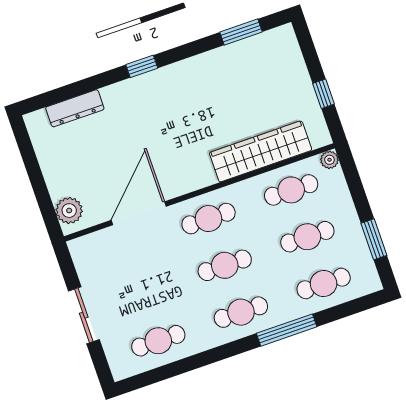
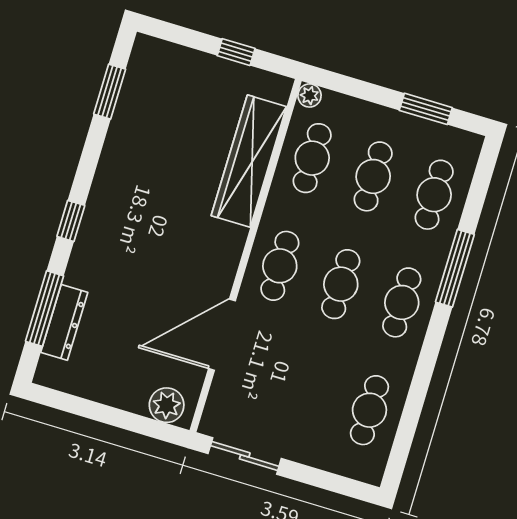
window: (75, 90) -> (45, 309), added
door: (139, 213) -> (222, 335), hinge flipped
sliding door: (84, 315) -> (245, 456), moved

